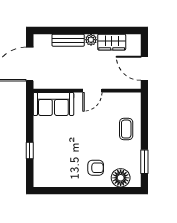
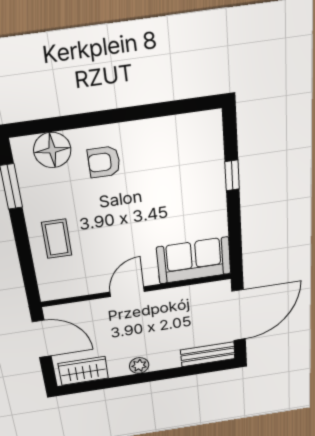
bench: (68, 40) -> (208, 354), moved
wardrobe: (112, 42) -> (83, 371), moved

